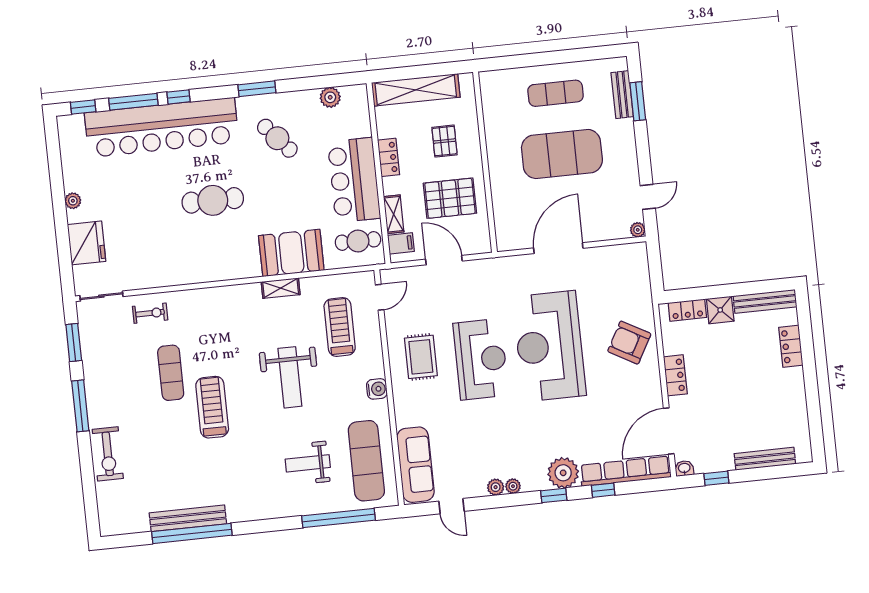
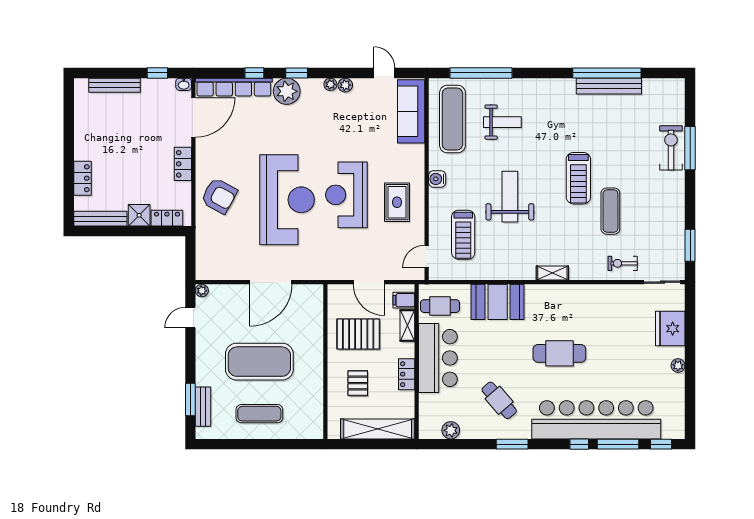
shelving: (281, 288) -> (552, 273), moved
window: (80, 406) -> (690, 148), moved

